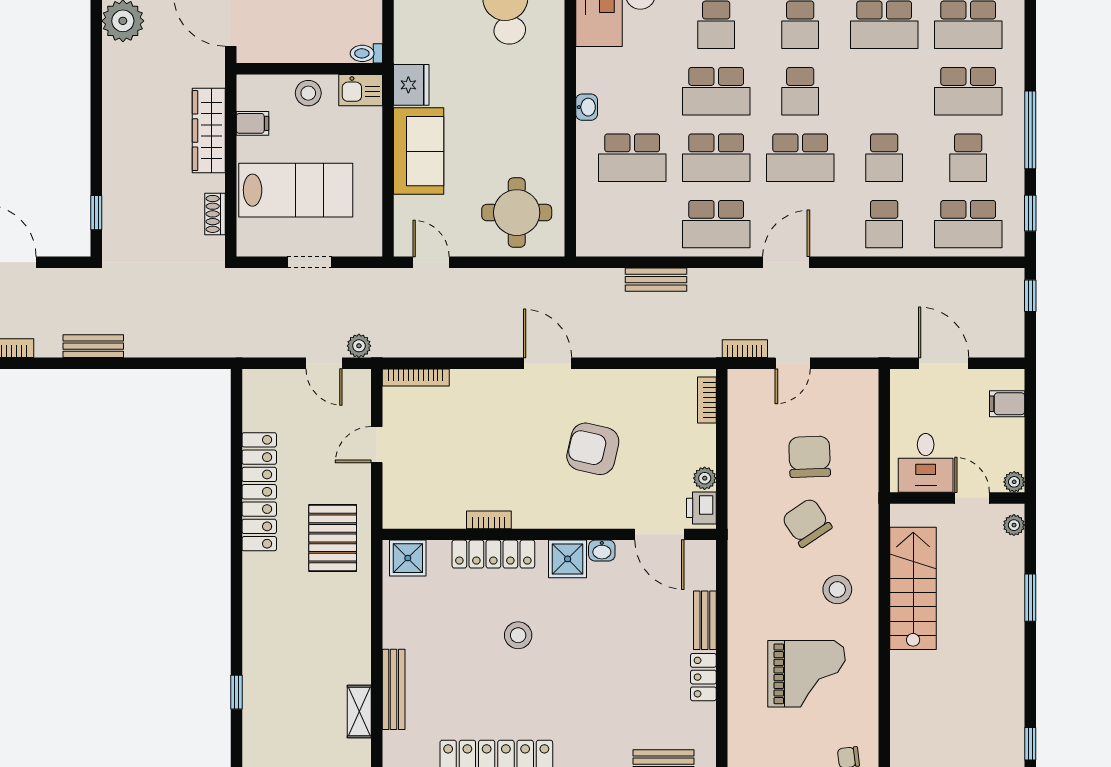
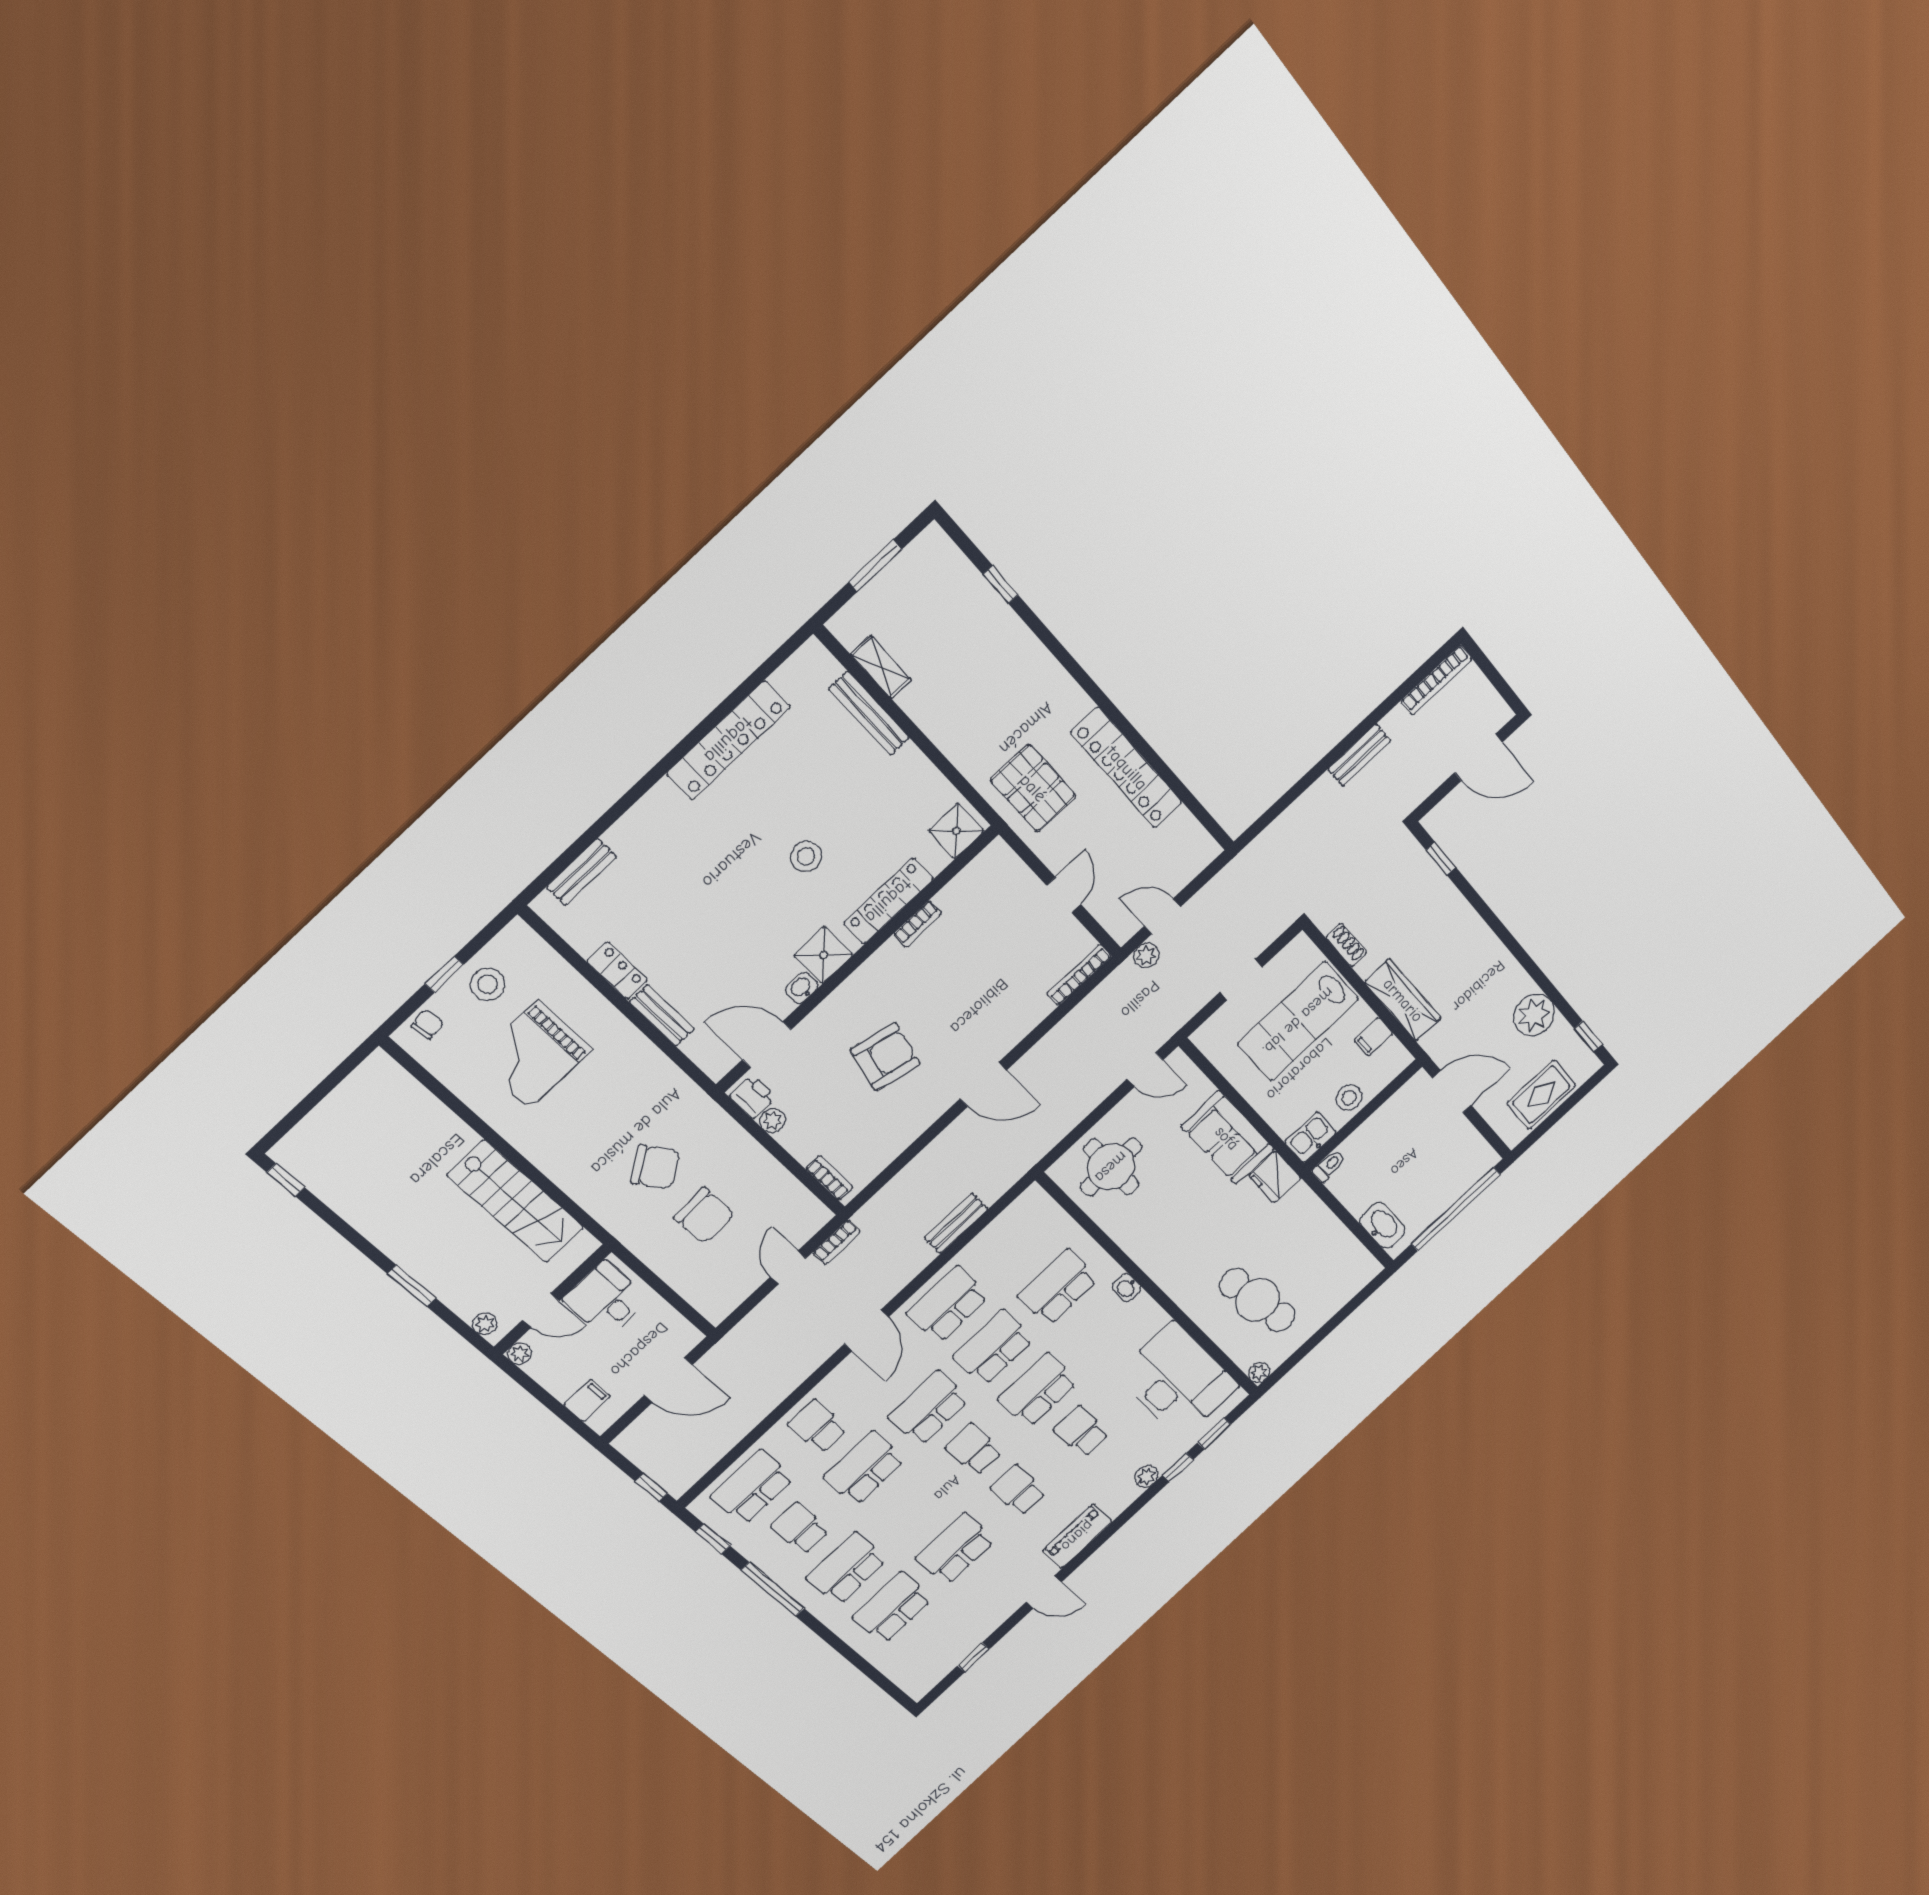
school desk: (884, 158) -> (864, 1468), width x1.85
stool: (837, 590) -> (487, 984), moved

